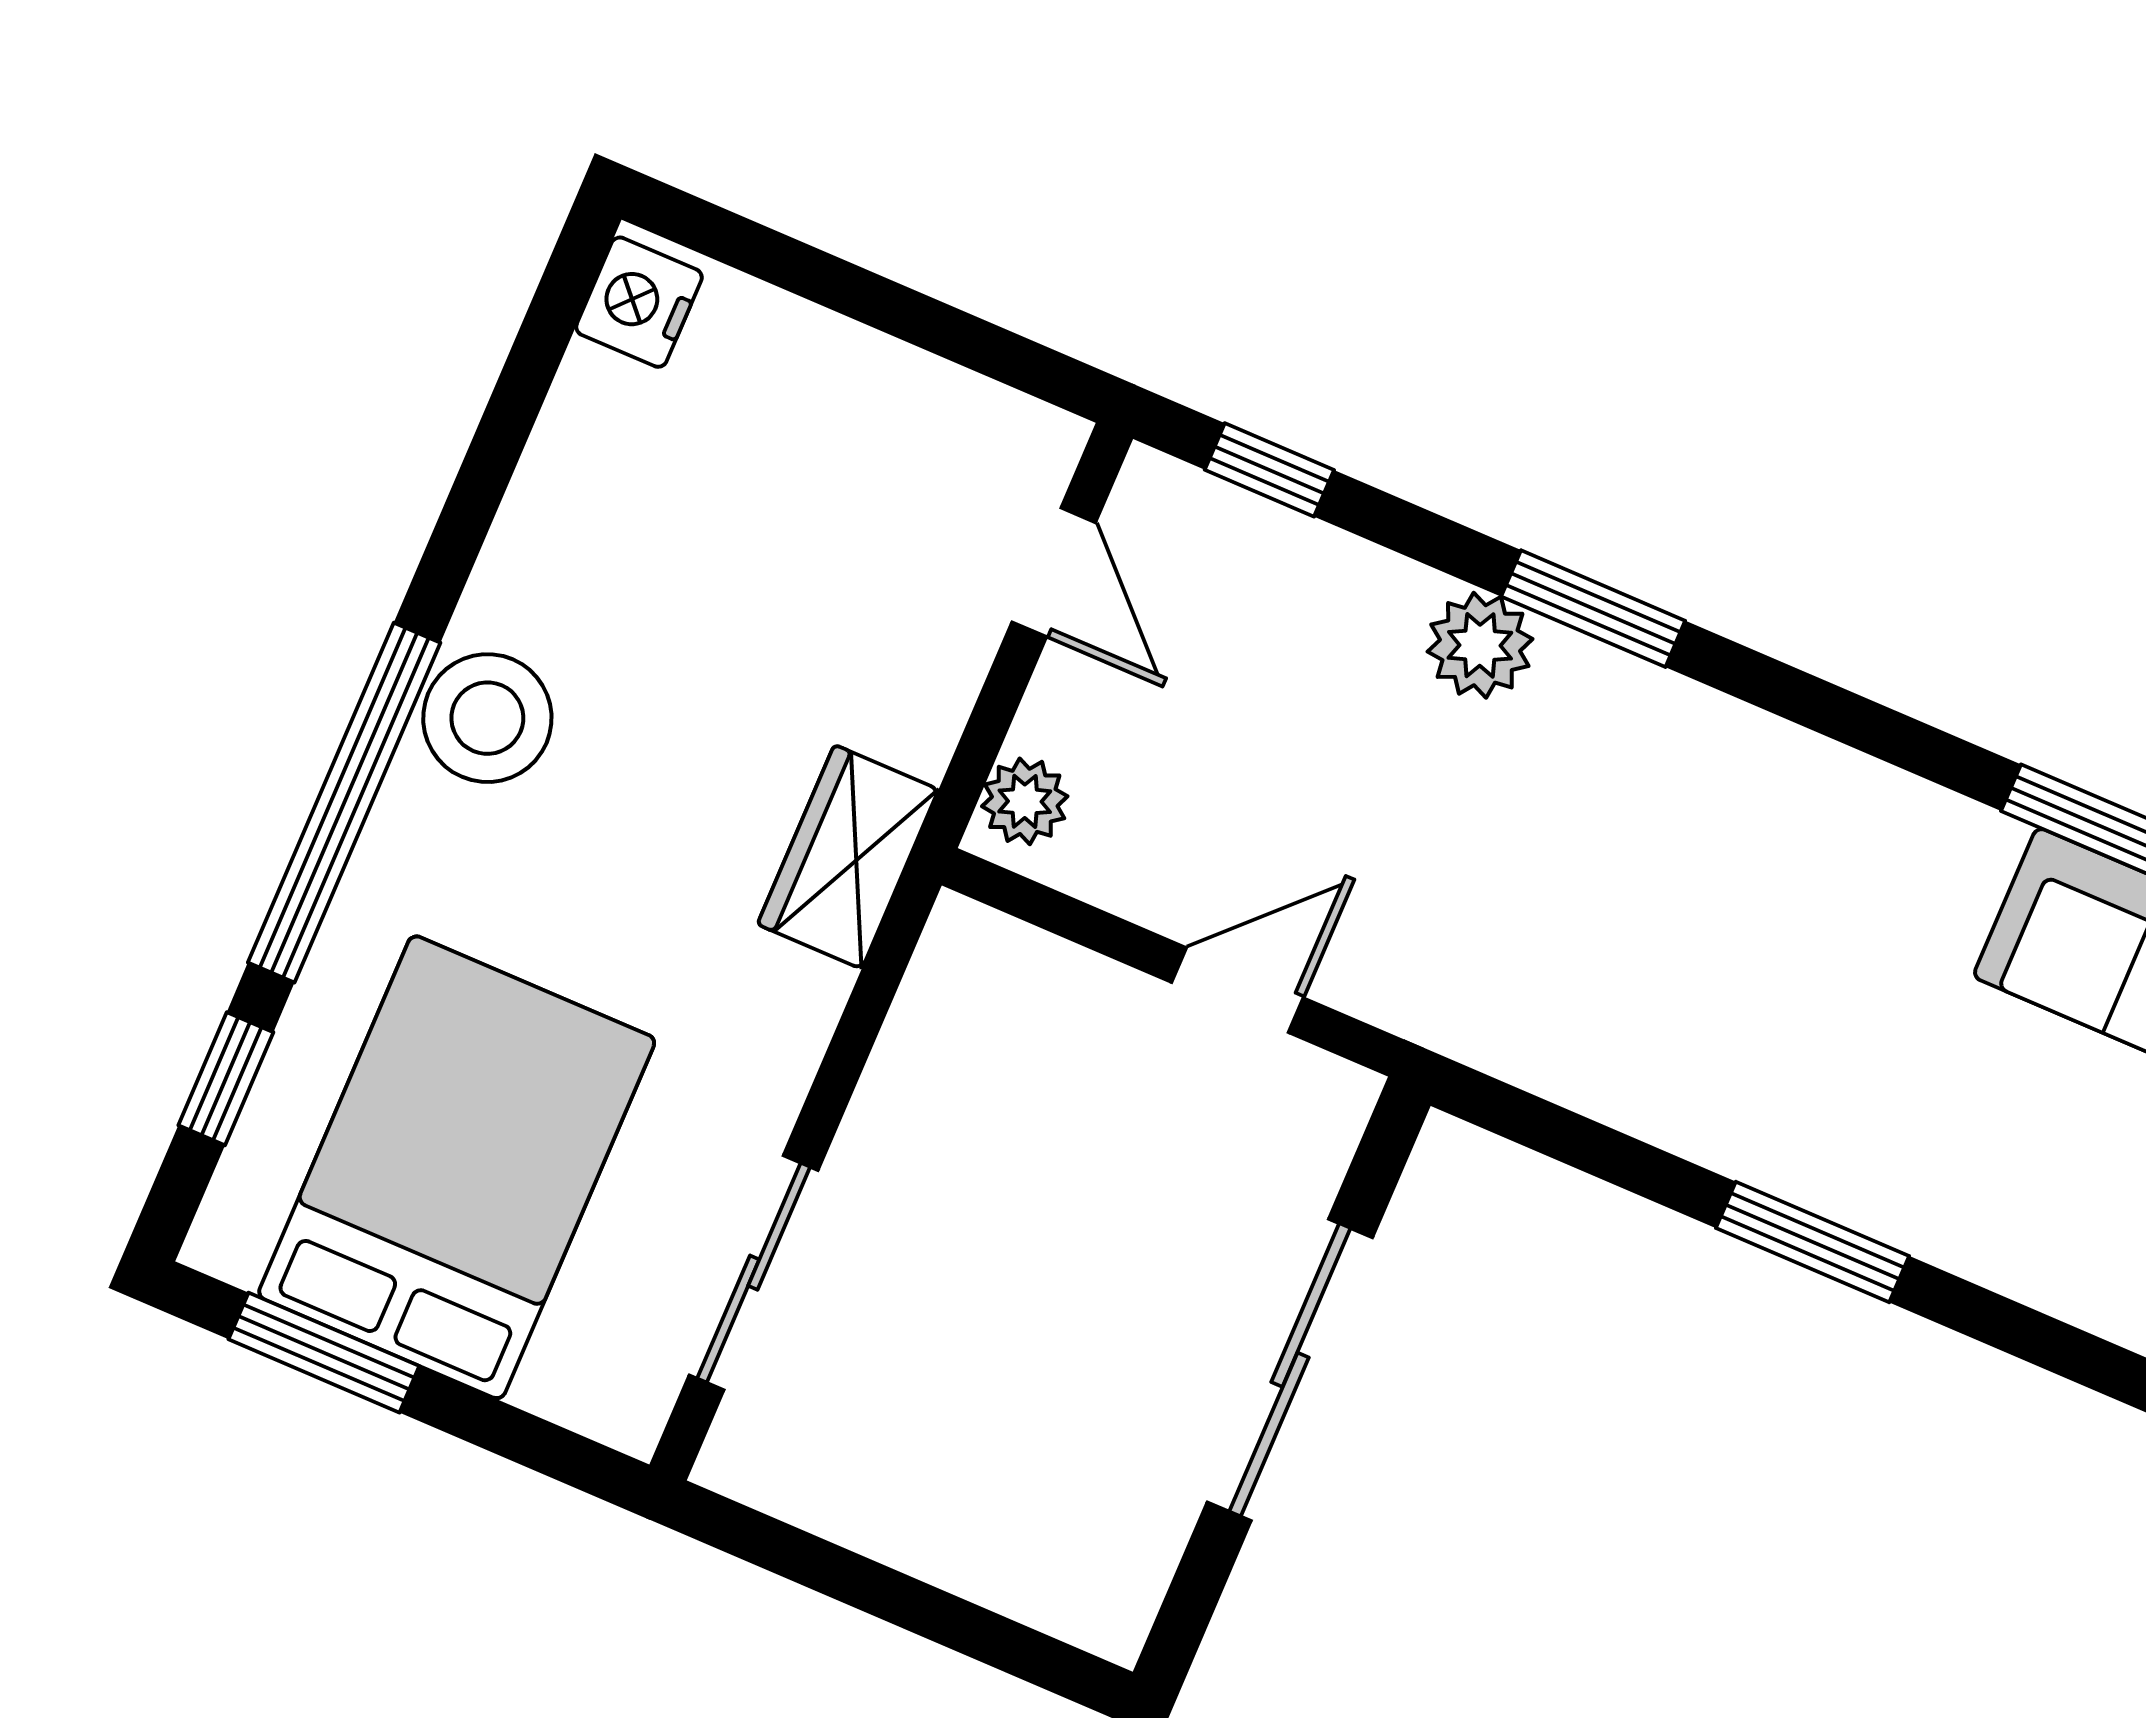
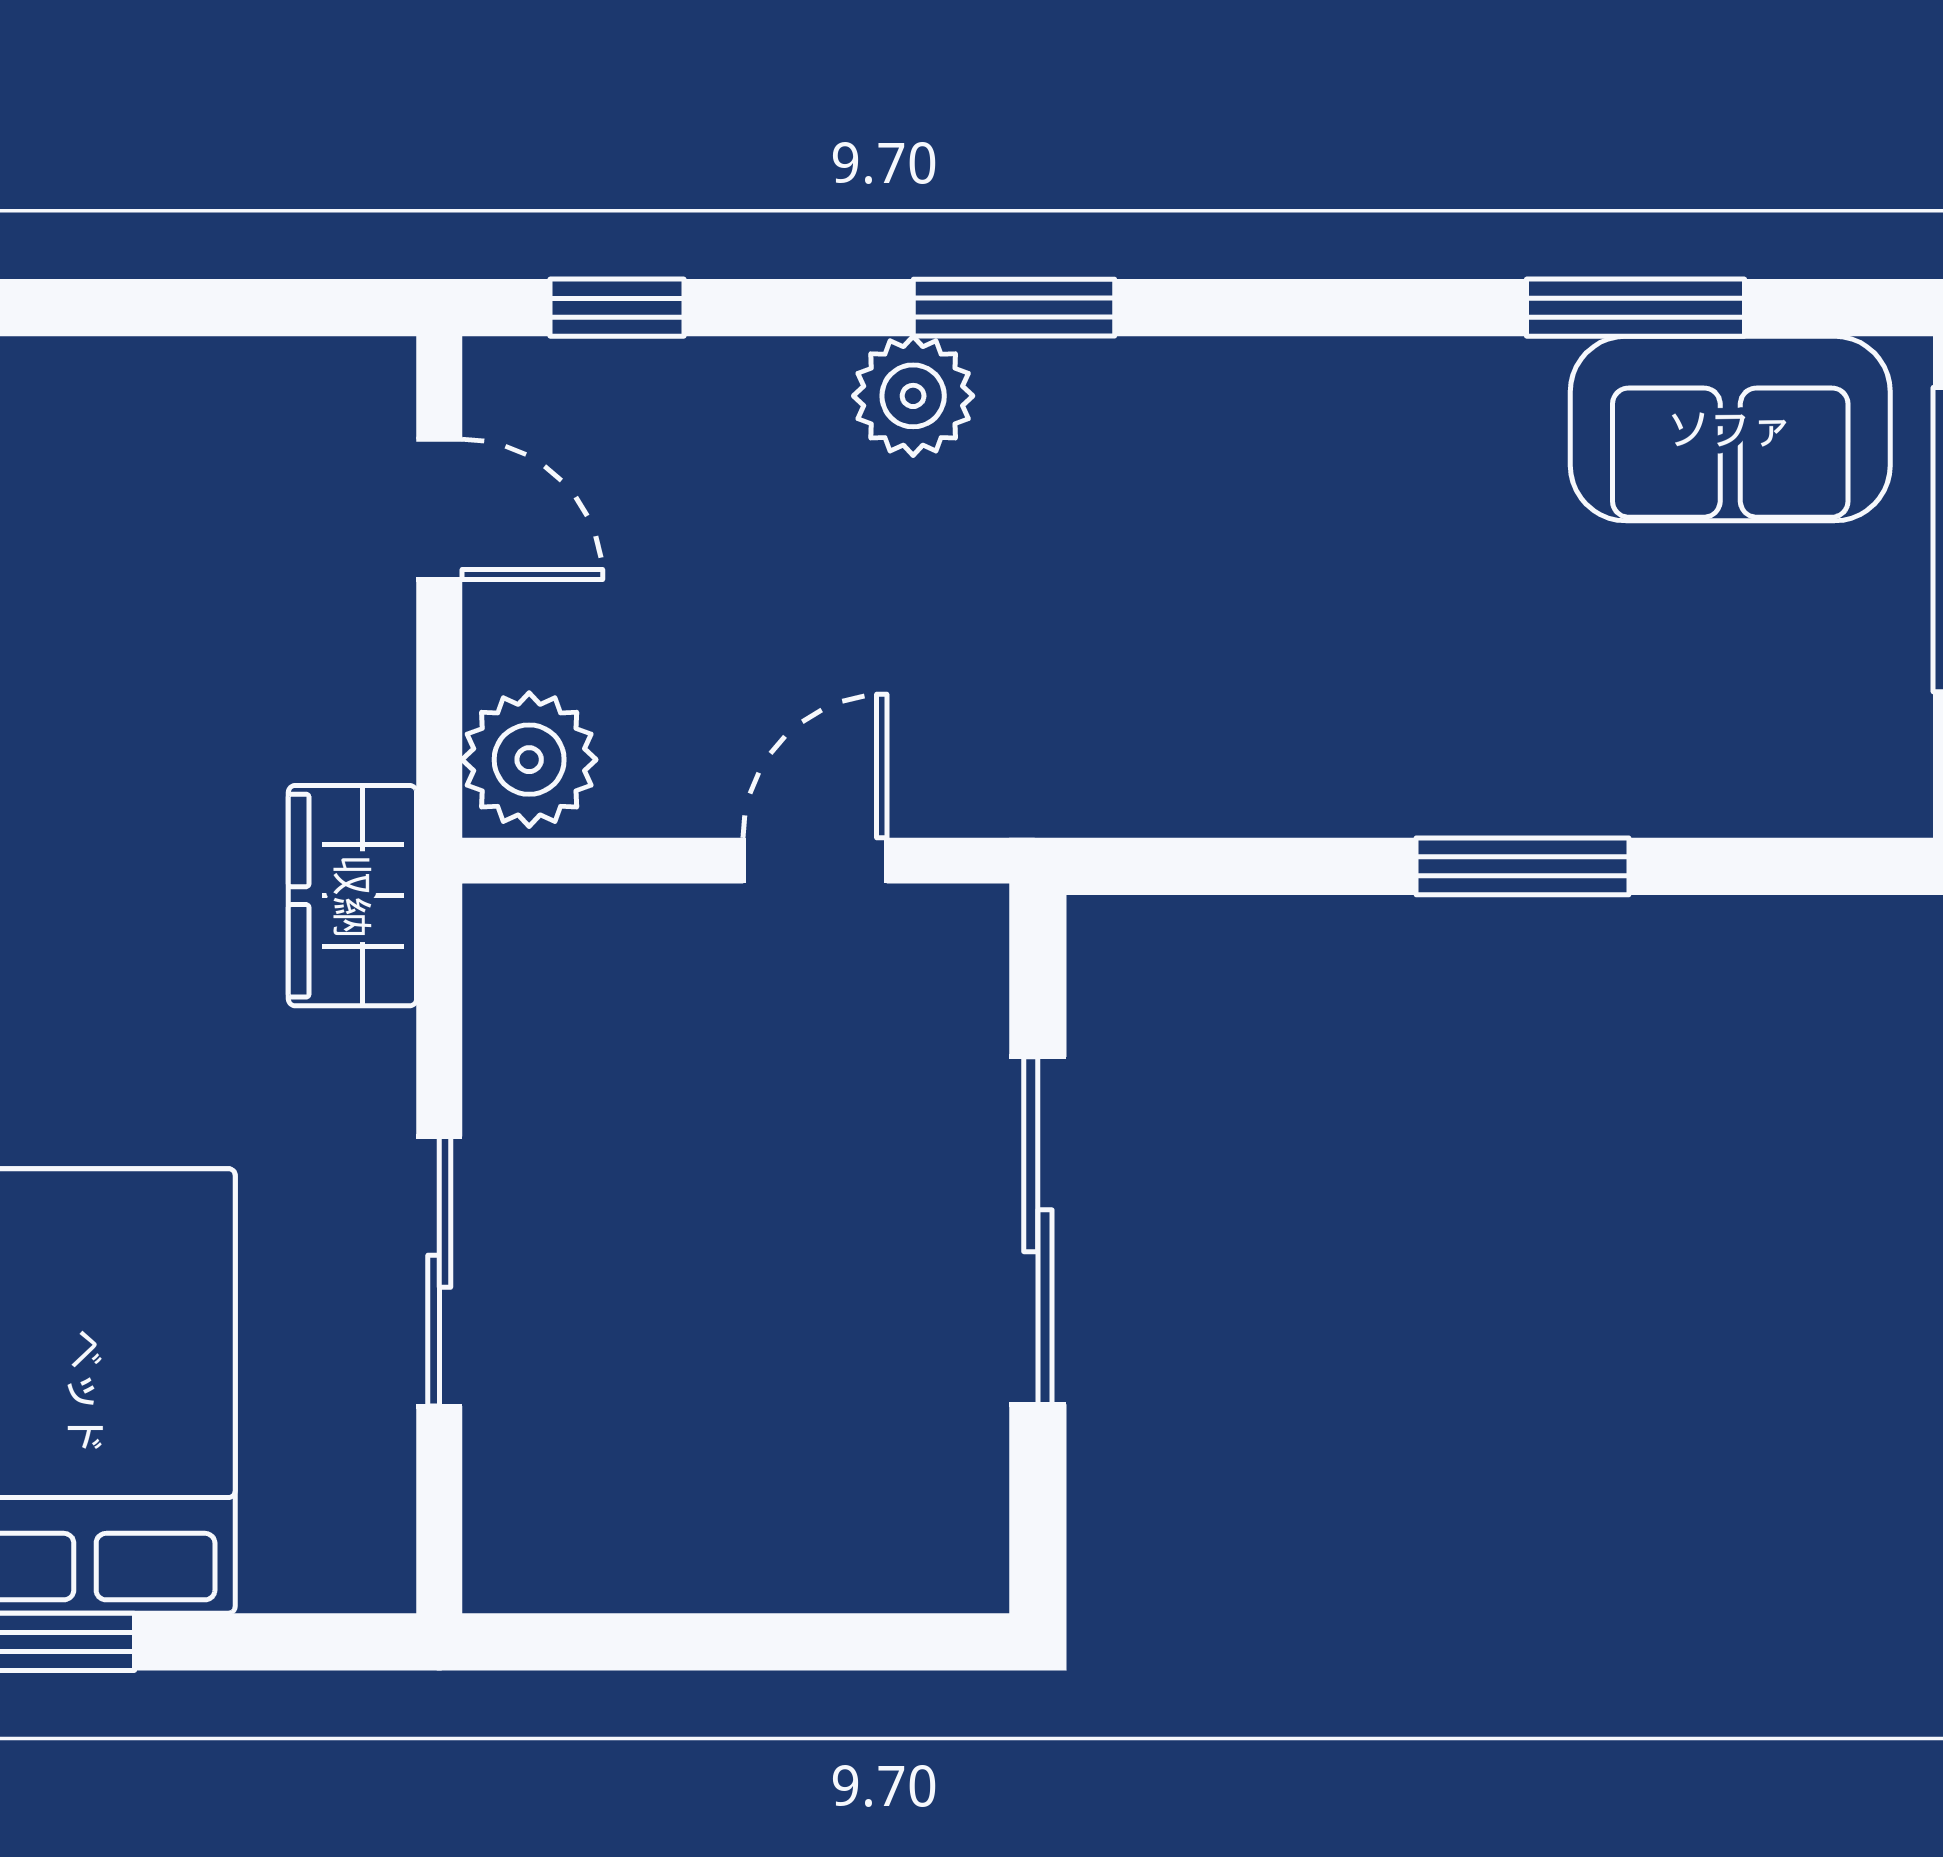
plant: (1025, 801) -> (529, 760), width x1.38, depth x1.38
sliding door: (754, 1273) -> (439, 1271), moved

